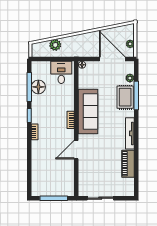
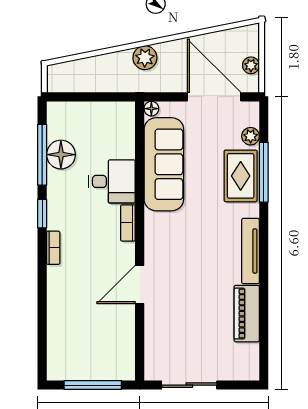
plant: (55, 45) -> (145, 58), moved
desk: (61, 72) -> (112, 181), moved, turned 90
sofa: (88, 112) -> (164, 164), moved

